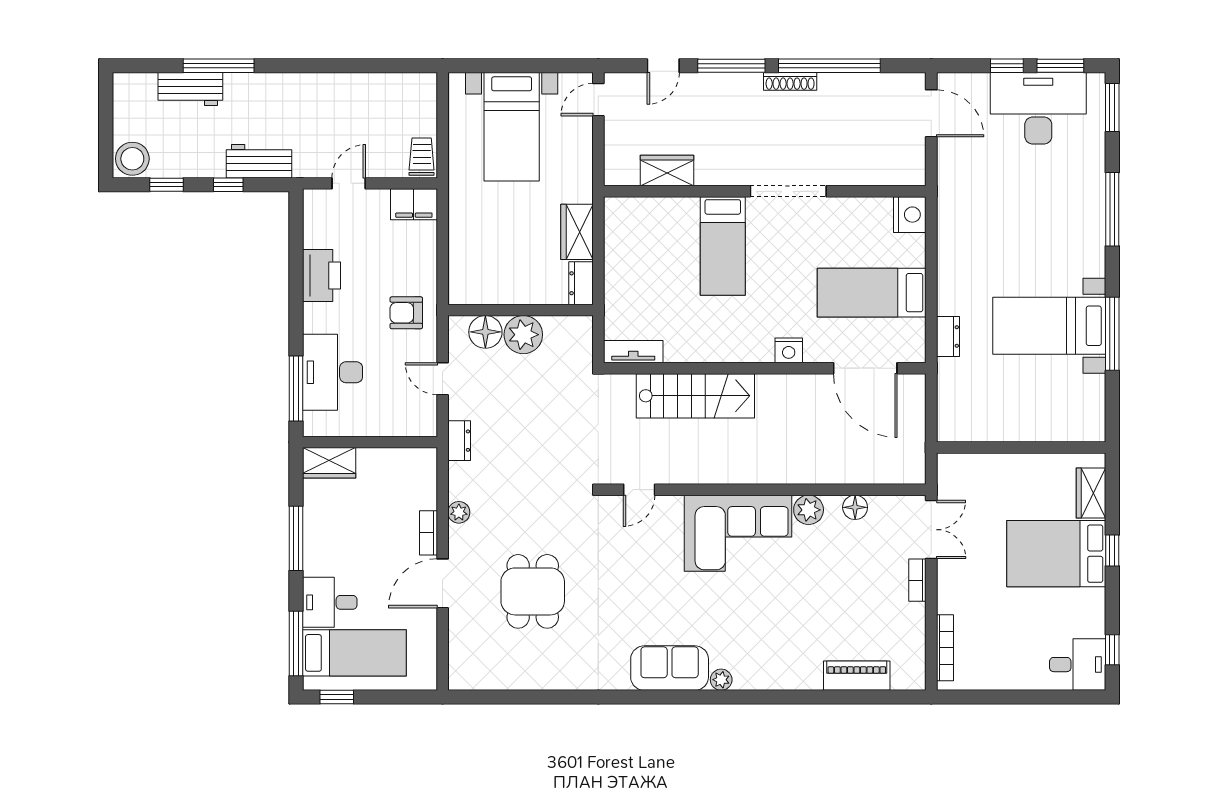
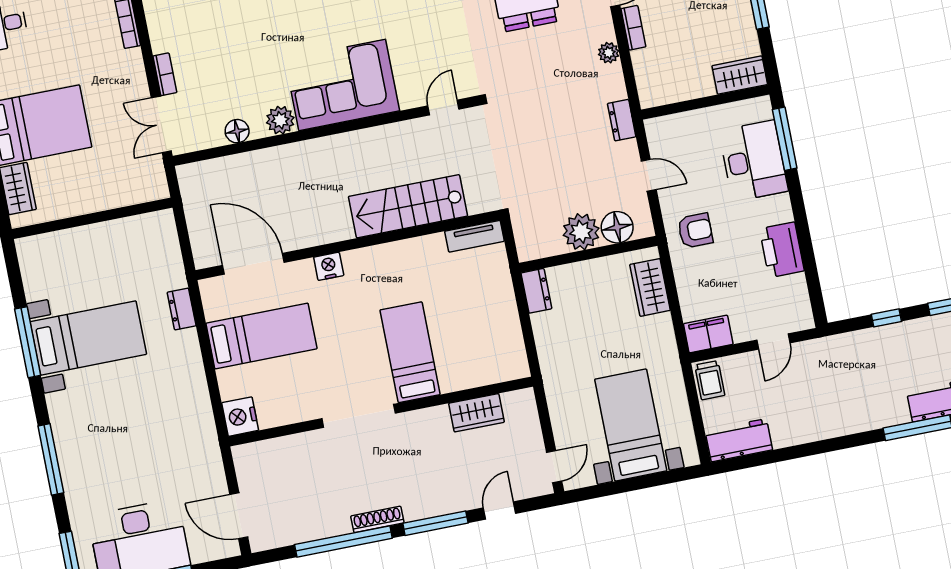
workbench: (259, 161) -> (739, 440), moved, turned 180
wardrobe: (577, 232) -> (650, 287), moved, turned 180

